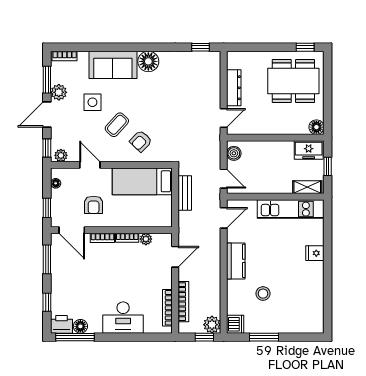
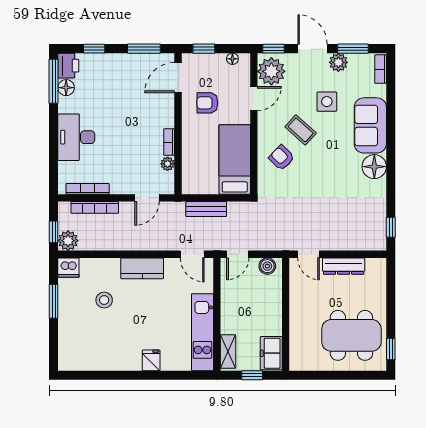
dining table: (293, 81) -> (351, 335), turned 90
floor lamp: (316, 127) -> (298, 362), removed
plant: (61, 155) -> (271, 71), width x1.87, depth x1.87
bench: (185, 193) -> (206, 209), moved
bookcase: (102, 238) -> (169, 113), removed
door: (175, 257) -> (147, 198), hinge flipped

